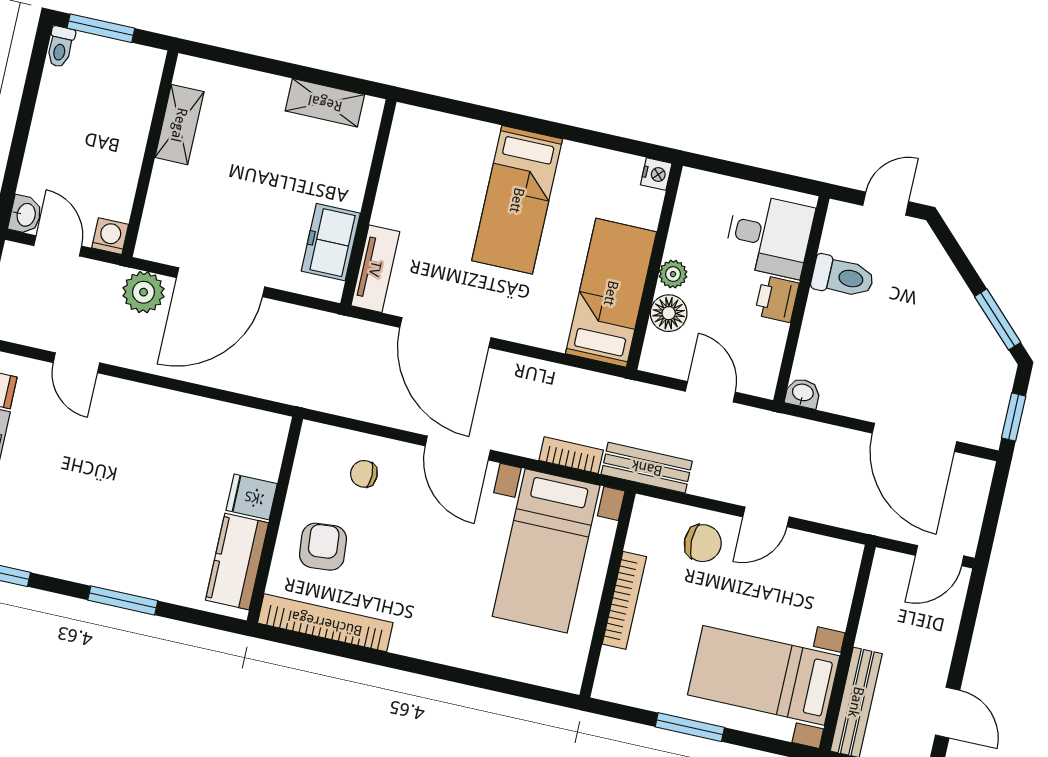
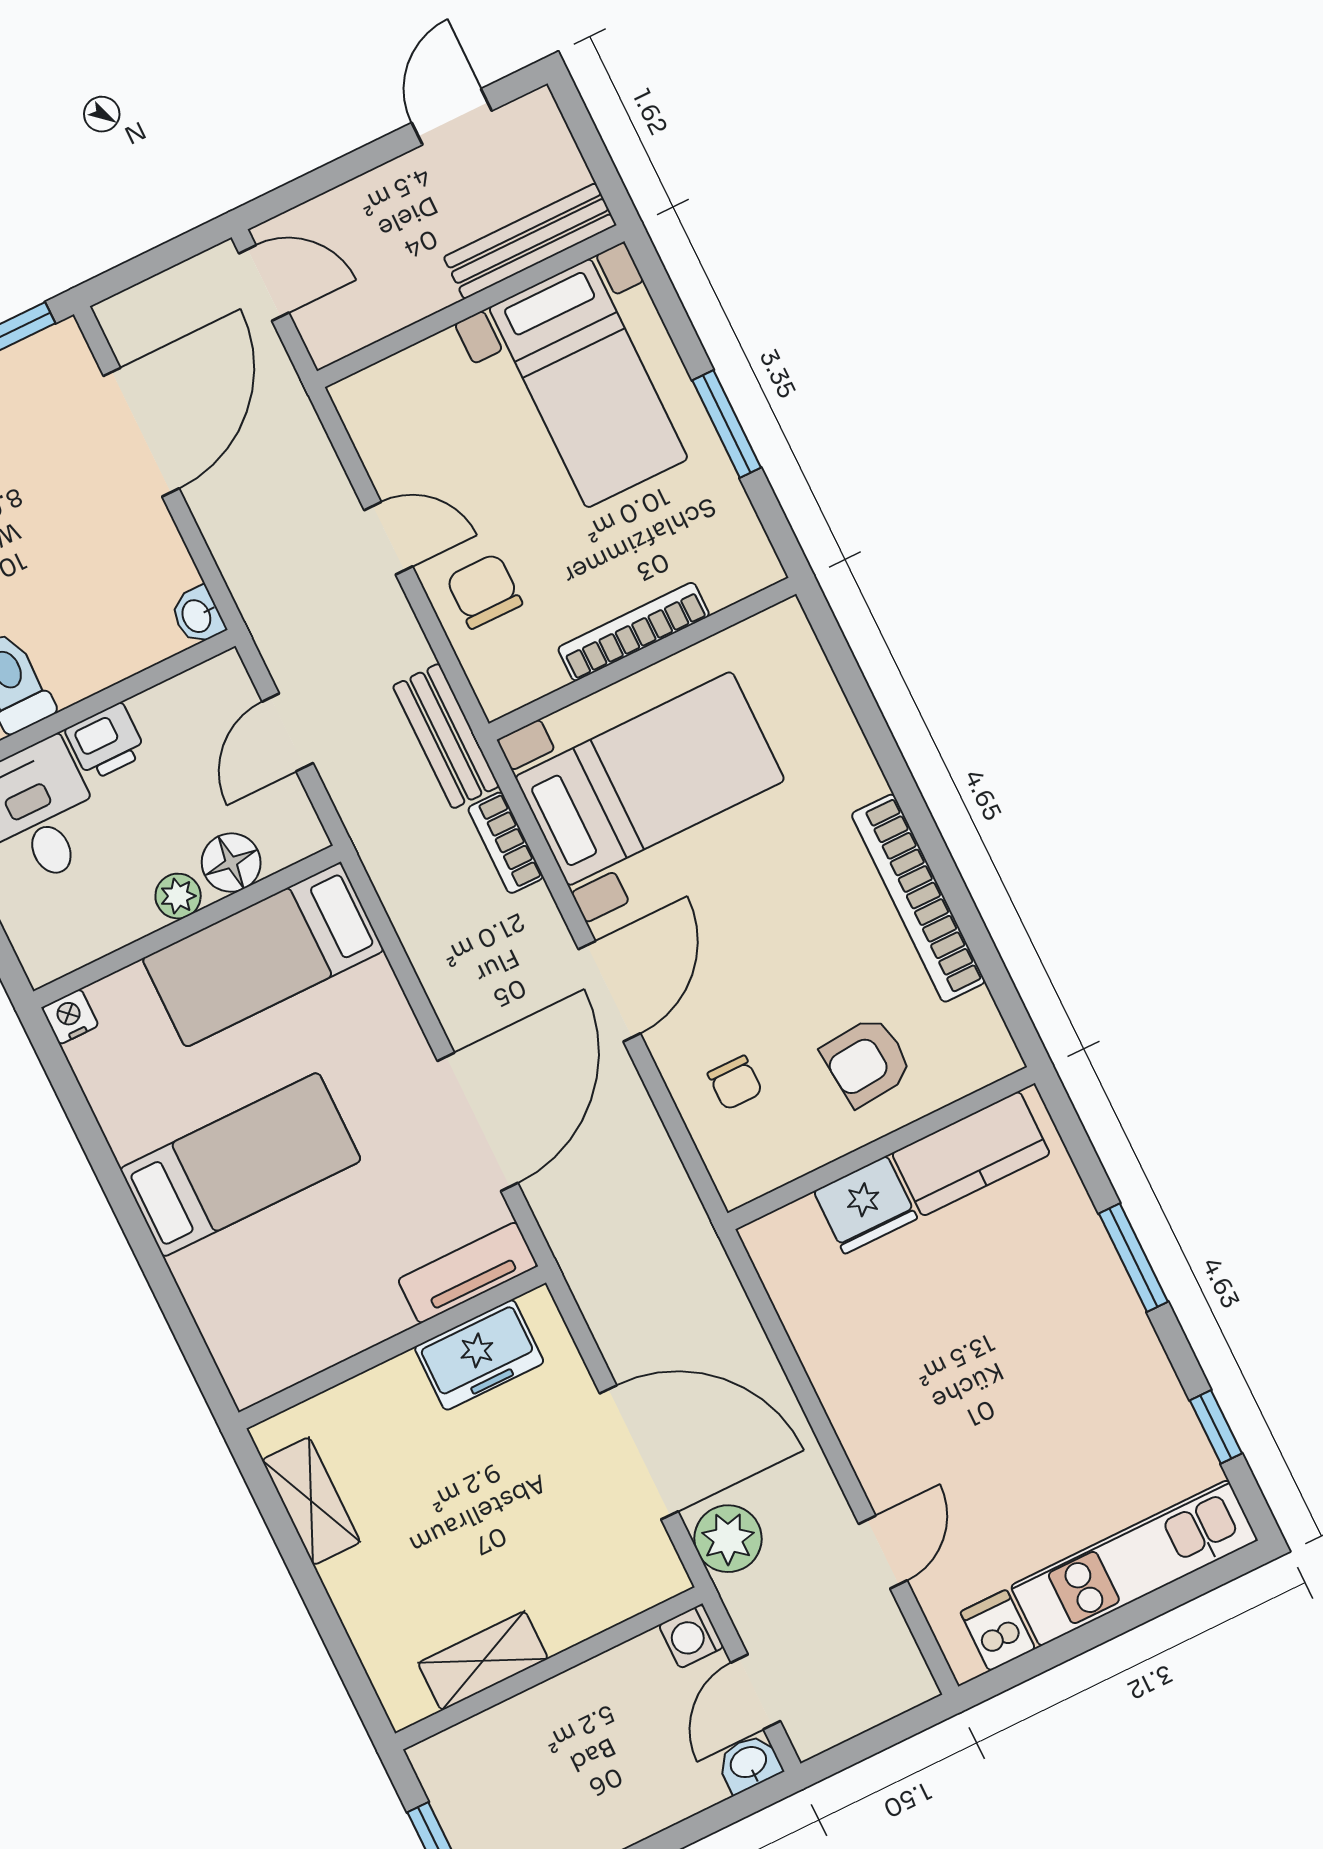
fridge: (252, 497) -> (866, 1205), width x1.38
bookcase: (325, 623) -> (918, 898), moved

